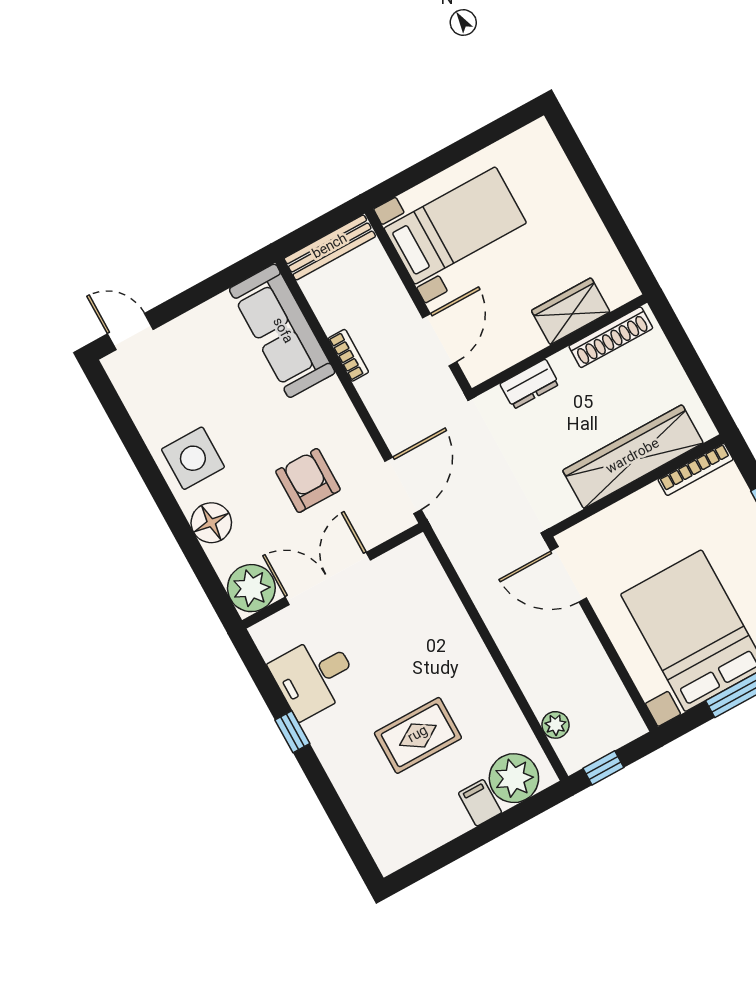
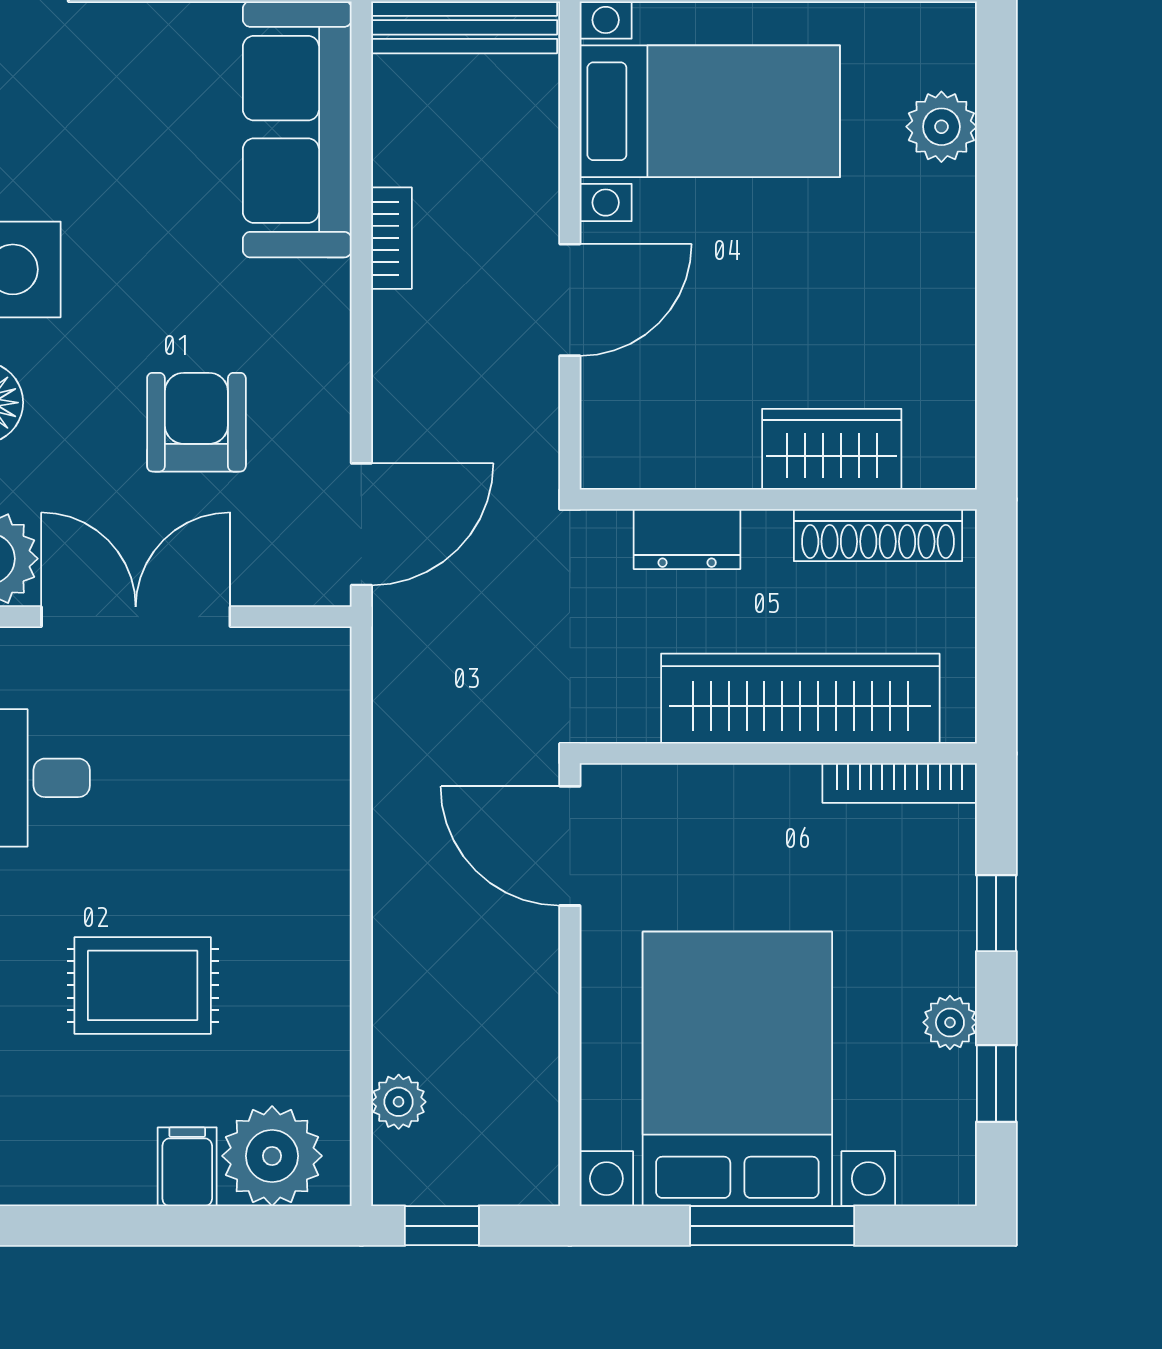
plant: (558, 177) -> (941, 127), added
wardrobe: (571, 311) -> (832, 449), moved
shoe rack: (611, 337) -> (878, 535), moved
wall: (559, 345) -> (778, 499), moved
dresser: (530, 384) -> (687, 539), moved

